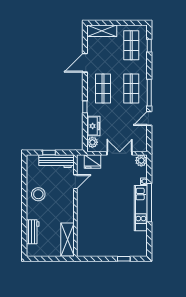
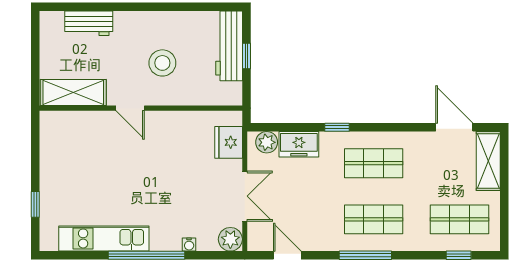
door: (85, 63) -> (454, 127), moved
door: (149, 118) -> (287, 255), moved
workbench: (56, 161) -> (229, 46), moved
door: (75, 182) -> (130, 108), moved
stool: (38, 194) -> (162, 63), moved
kitchen unit: (141, 208) -> (104, 238), moved

